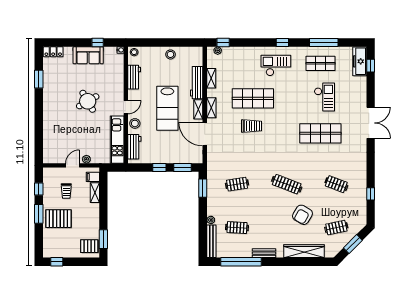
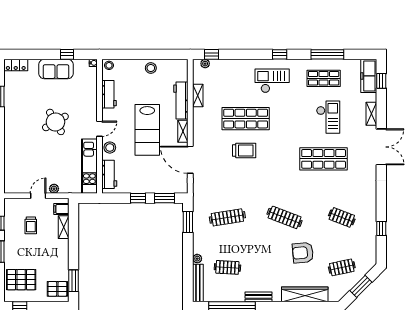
shelving: (211, 108) -> (371, 114), moved
clothes rail: (237, 184) -> (227, 217), width x1.36
armchair: (302, 215) -> (303, 253), turned 55
pallet: (58, 219) -> (21, 280), moved

